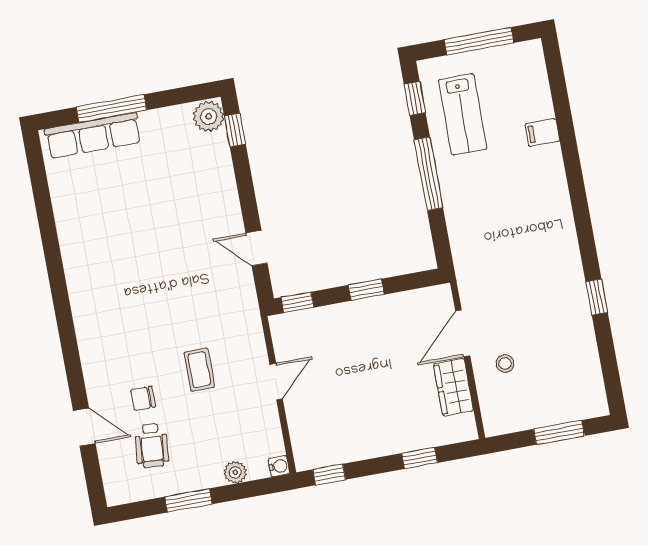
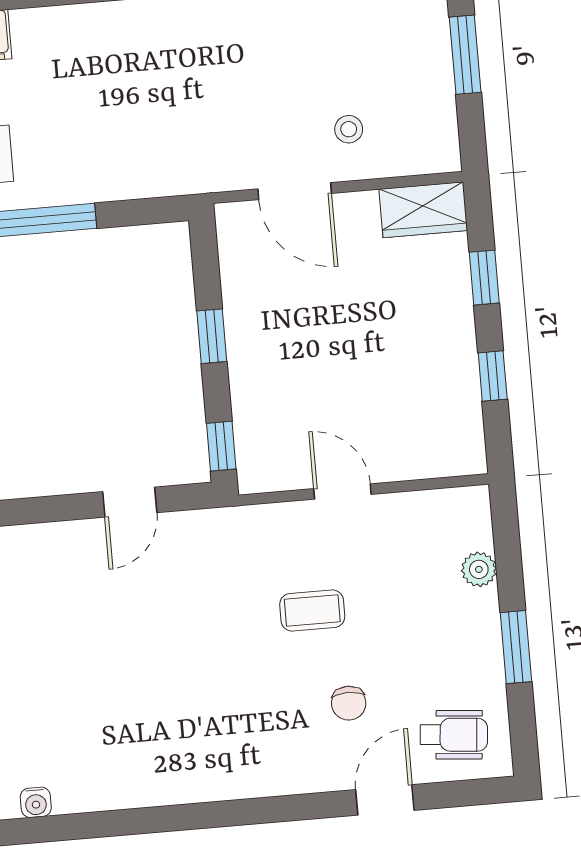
wardrobe: (454, 387) -> (423, 210), moved
wheelchair: (152, 445) -> (454, 735), moved
water cooler: (279, 466) -> (36, 802), moved, turned 180
window: (329, 475) -> (493, 376), moved

